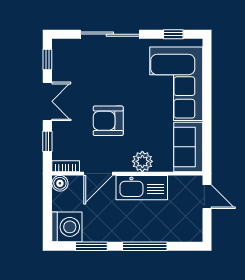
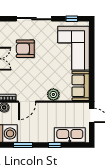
armchair: (108, 121) -> (25, 49), moved
kitchen sink: (142, 188) -> (70, 135), moved, turned 180
window: (145, 246) -> (55, 145), width x0.46

